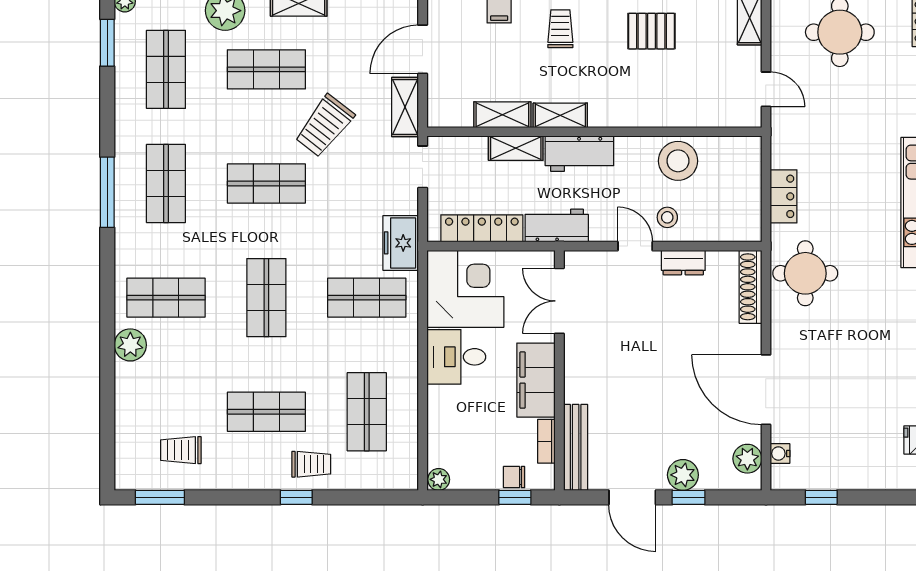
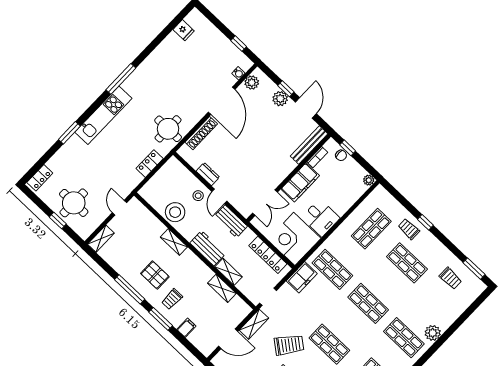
pallet: (652, 31) -> (155, 275), moved
shelving: (560, 115) -> (174, 242), moved
workbench: (557, 226) -> (231, 221), moved
shoe rack: (750, 287) -> (201, 133), moved
shop shelf: (266, 298) -> (368, 303), turned 90

